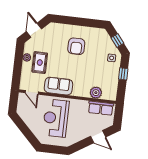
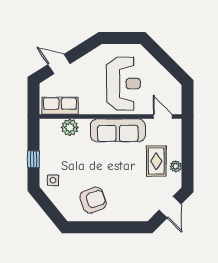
window: (117, 41) -> (48, 206), removed
armchair: (76, 46) -> (93, 200), moved, turned 70
sofa: (58, 86) -> (118, 130), width x1.36

